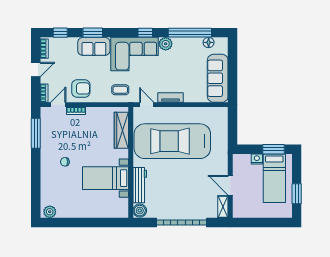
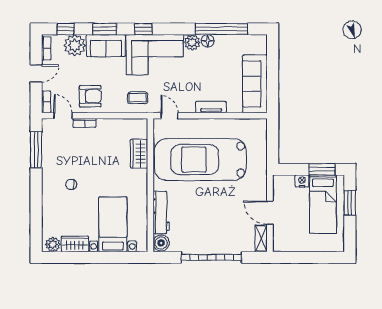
window: (145, 33) -> (143, 29), moved
floor lamp: (209, 42) -> (208, 41), moved
plant: (68, 46) -> (75, 45), added
tv unit: (171, 98) -> (211, 107), moved
door: (58, 105) -> (63, 116), hinge flipped
wardrobe: (121, 130) -> (139, 154), width x0.67
bed with nightstands: (106, 178) -> (113, 224), moved, turned 90
window: (297, 194) -> (350, 203), moved
wardrobe: (68, 211) -> (75, 244), added

